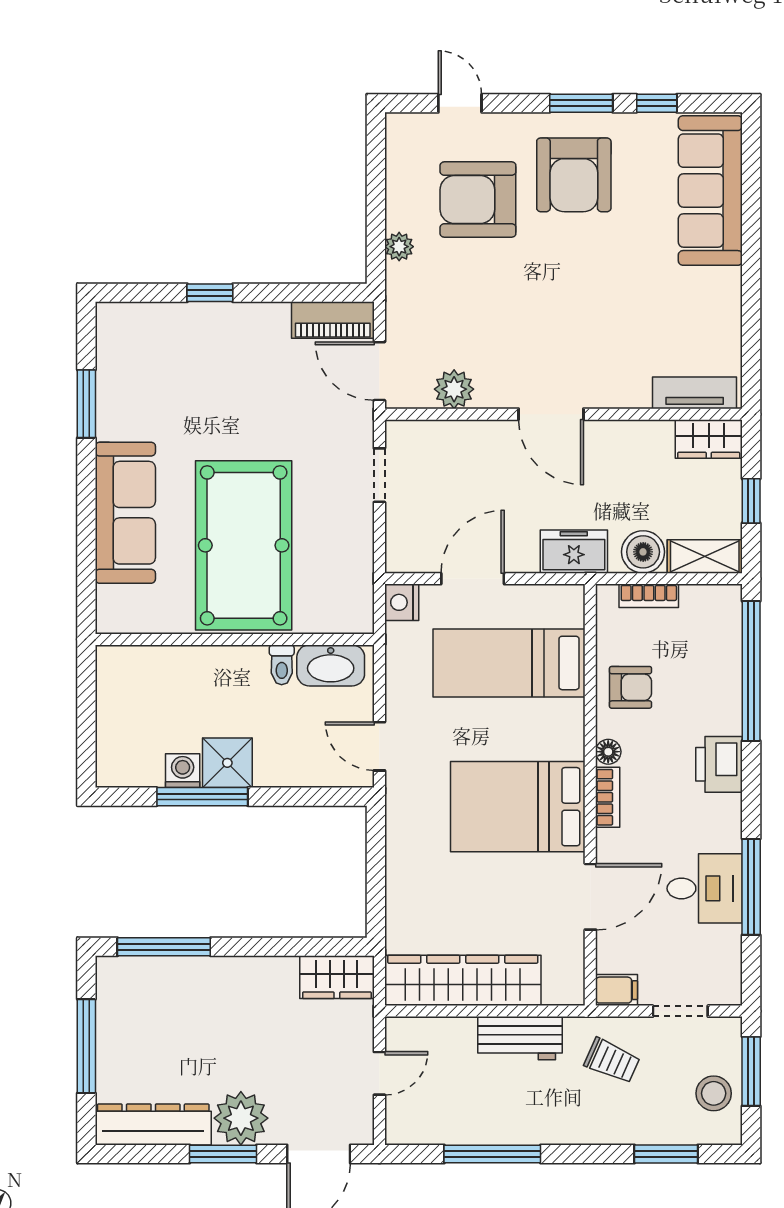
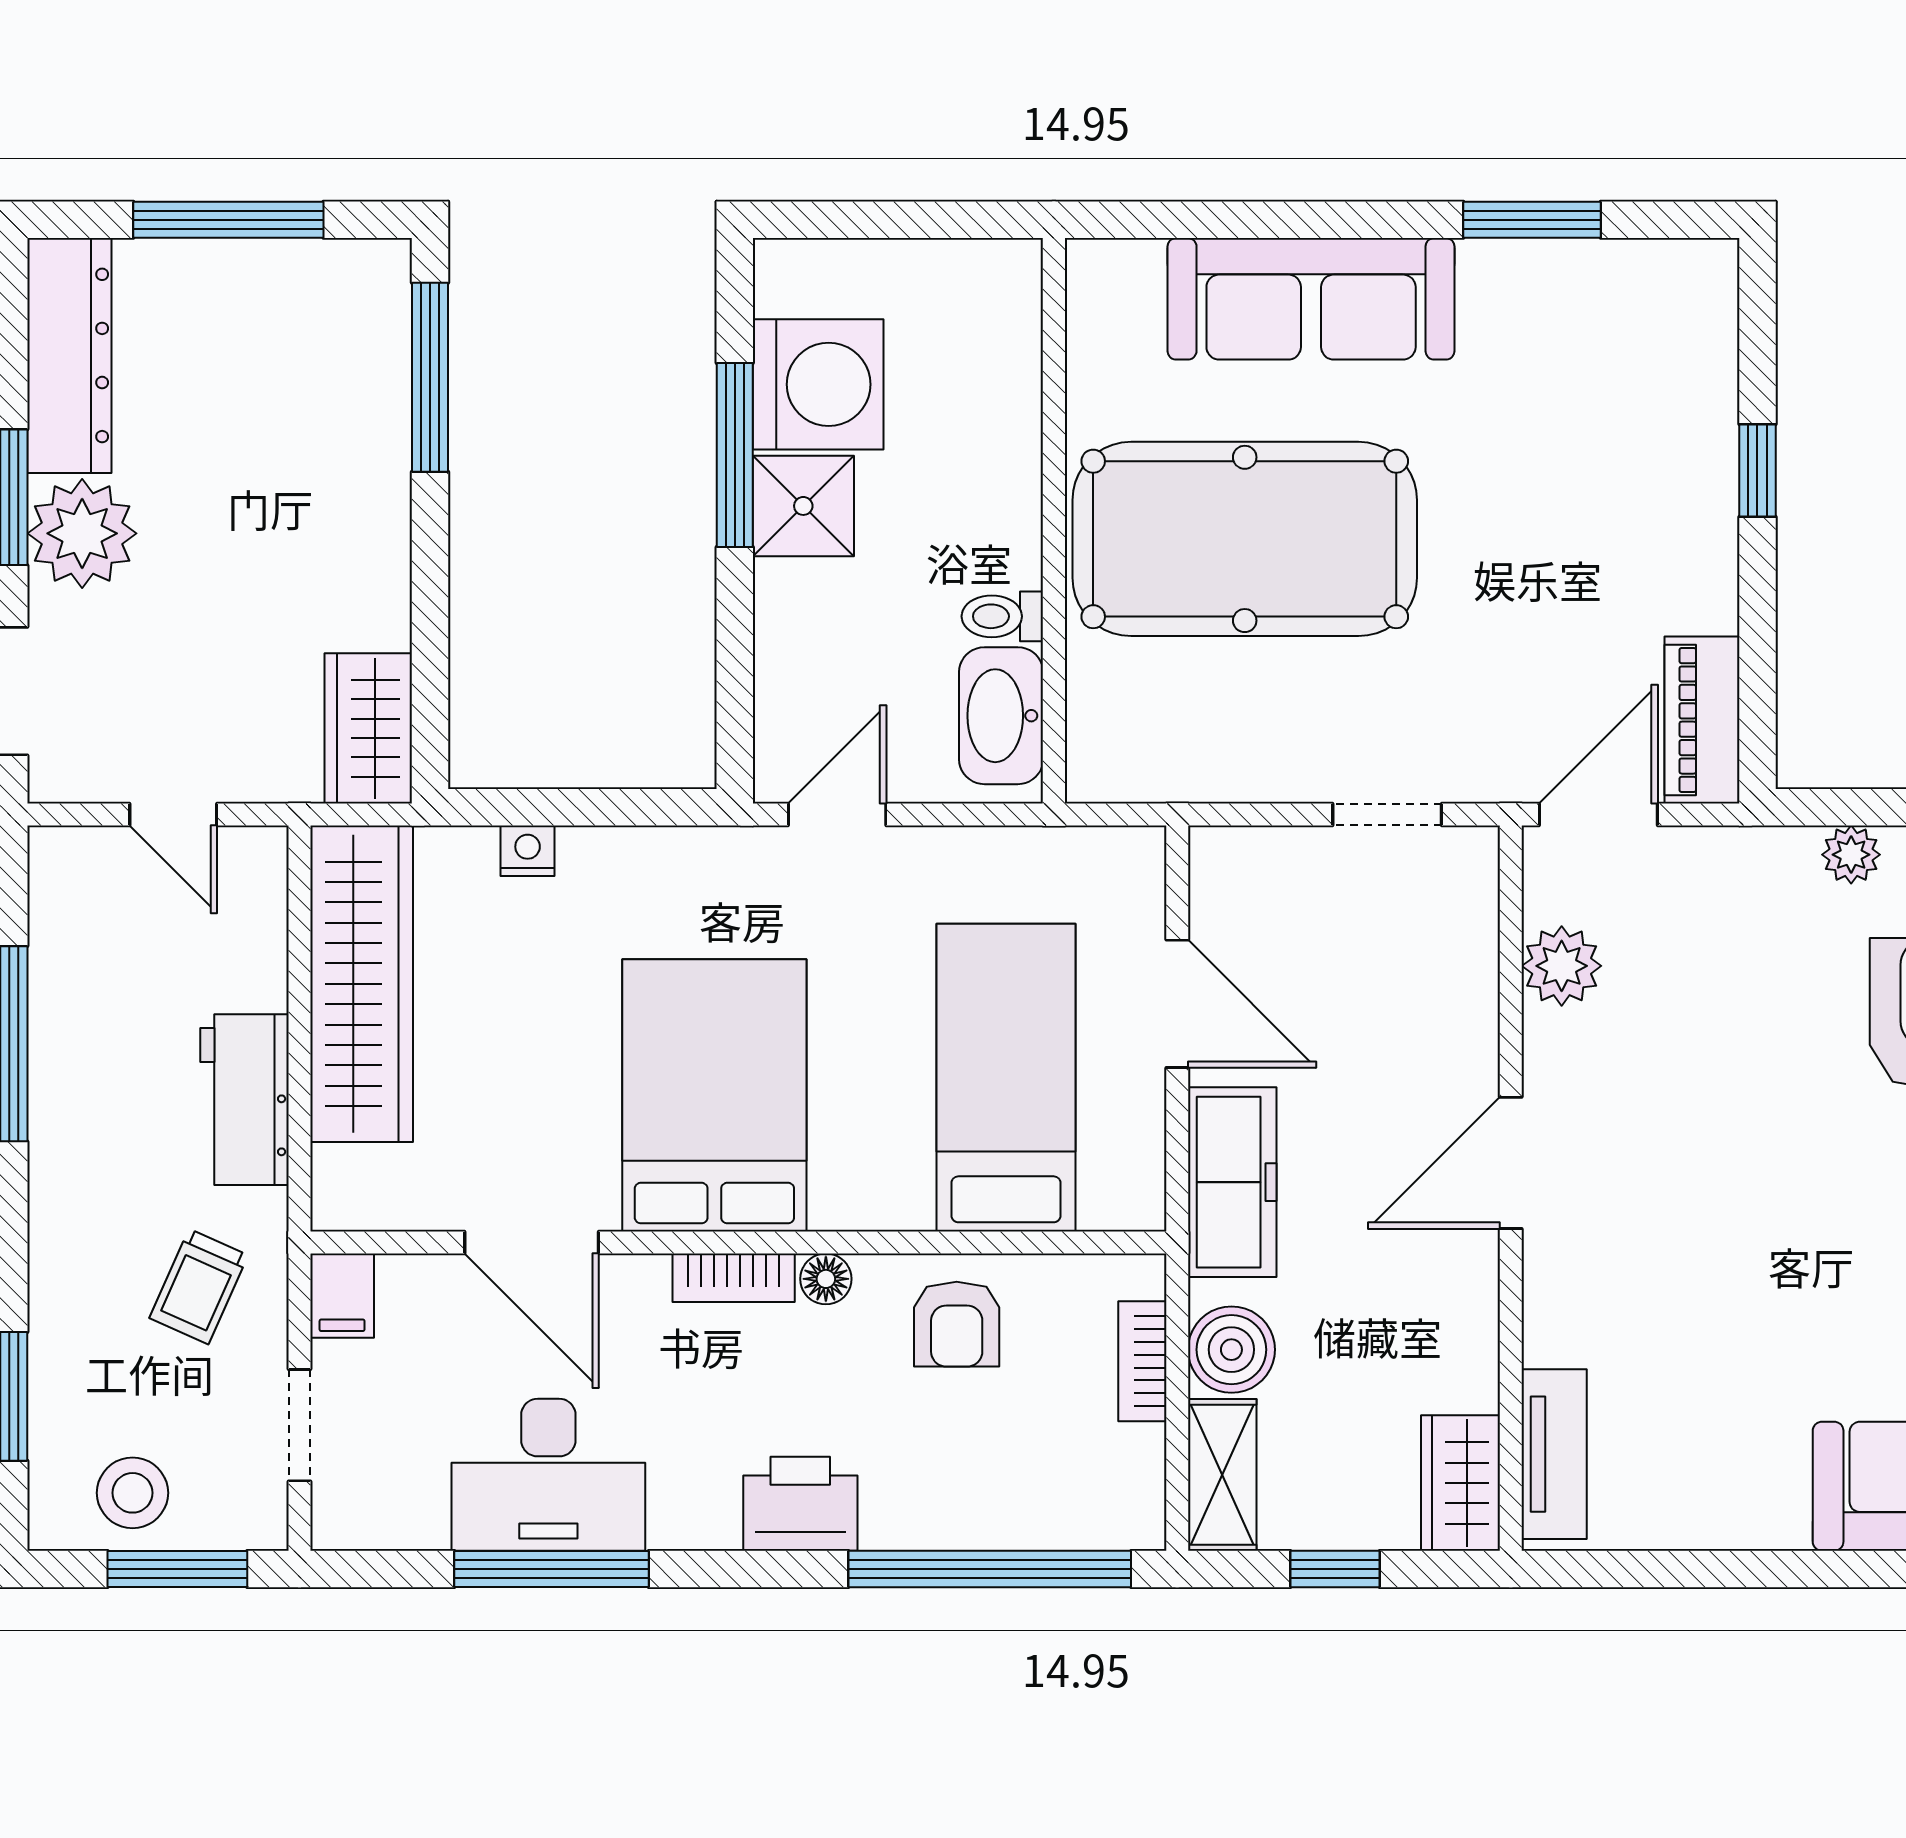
freezer: (574, 552) -> (1232, 1182), width x1.40
nightstand: (402, 602) -> (528, 851), moved, width x0.72, depth x0.74
washing machine: (183, 771) -> (818, 384), width x1.89, depth x1.89
desk: (705, 888) -> (548, 1475), width x1.37

